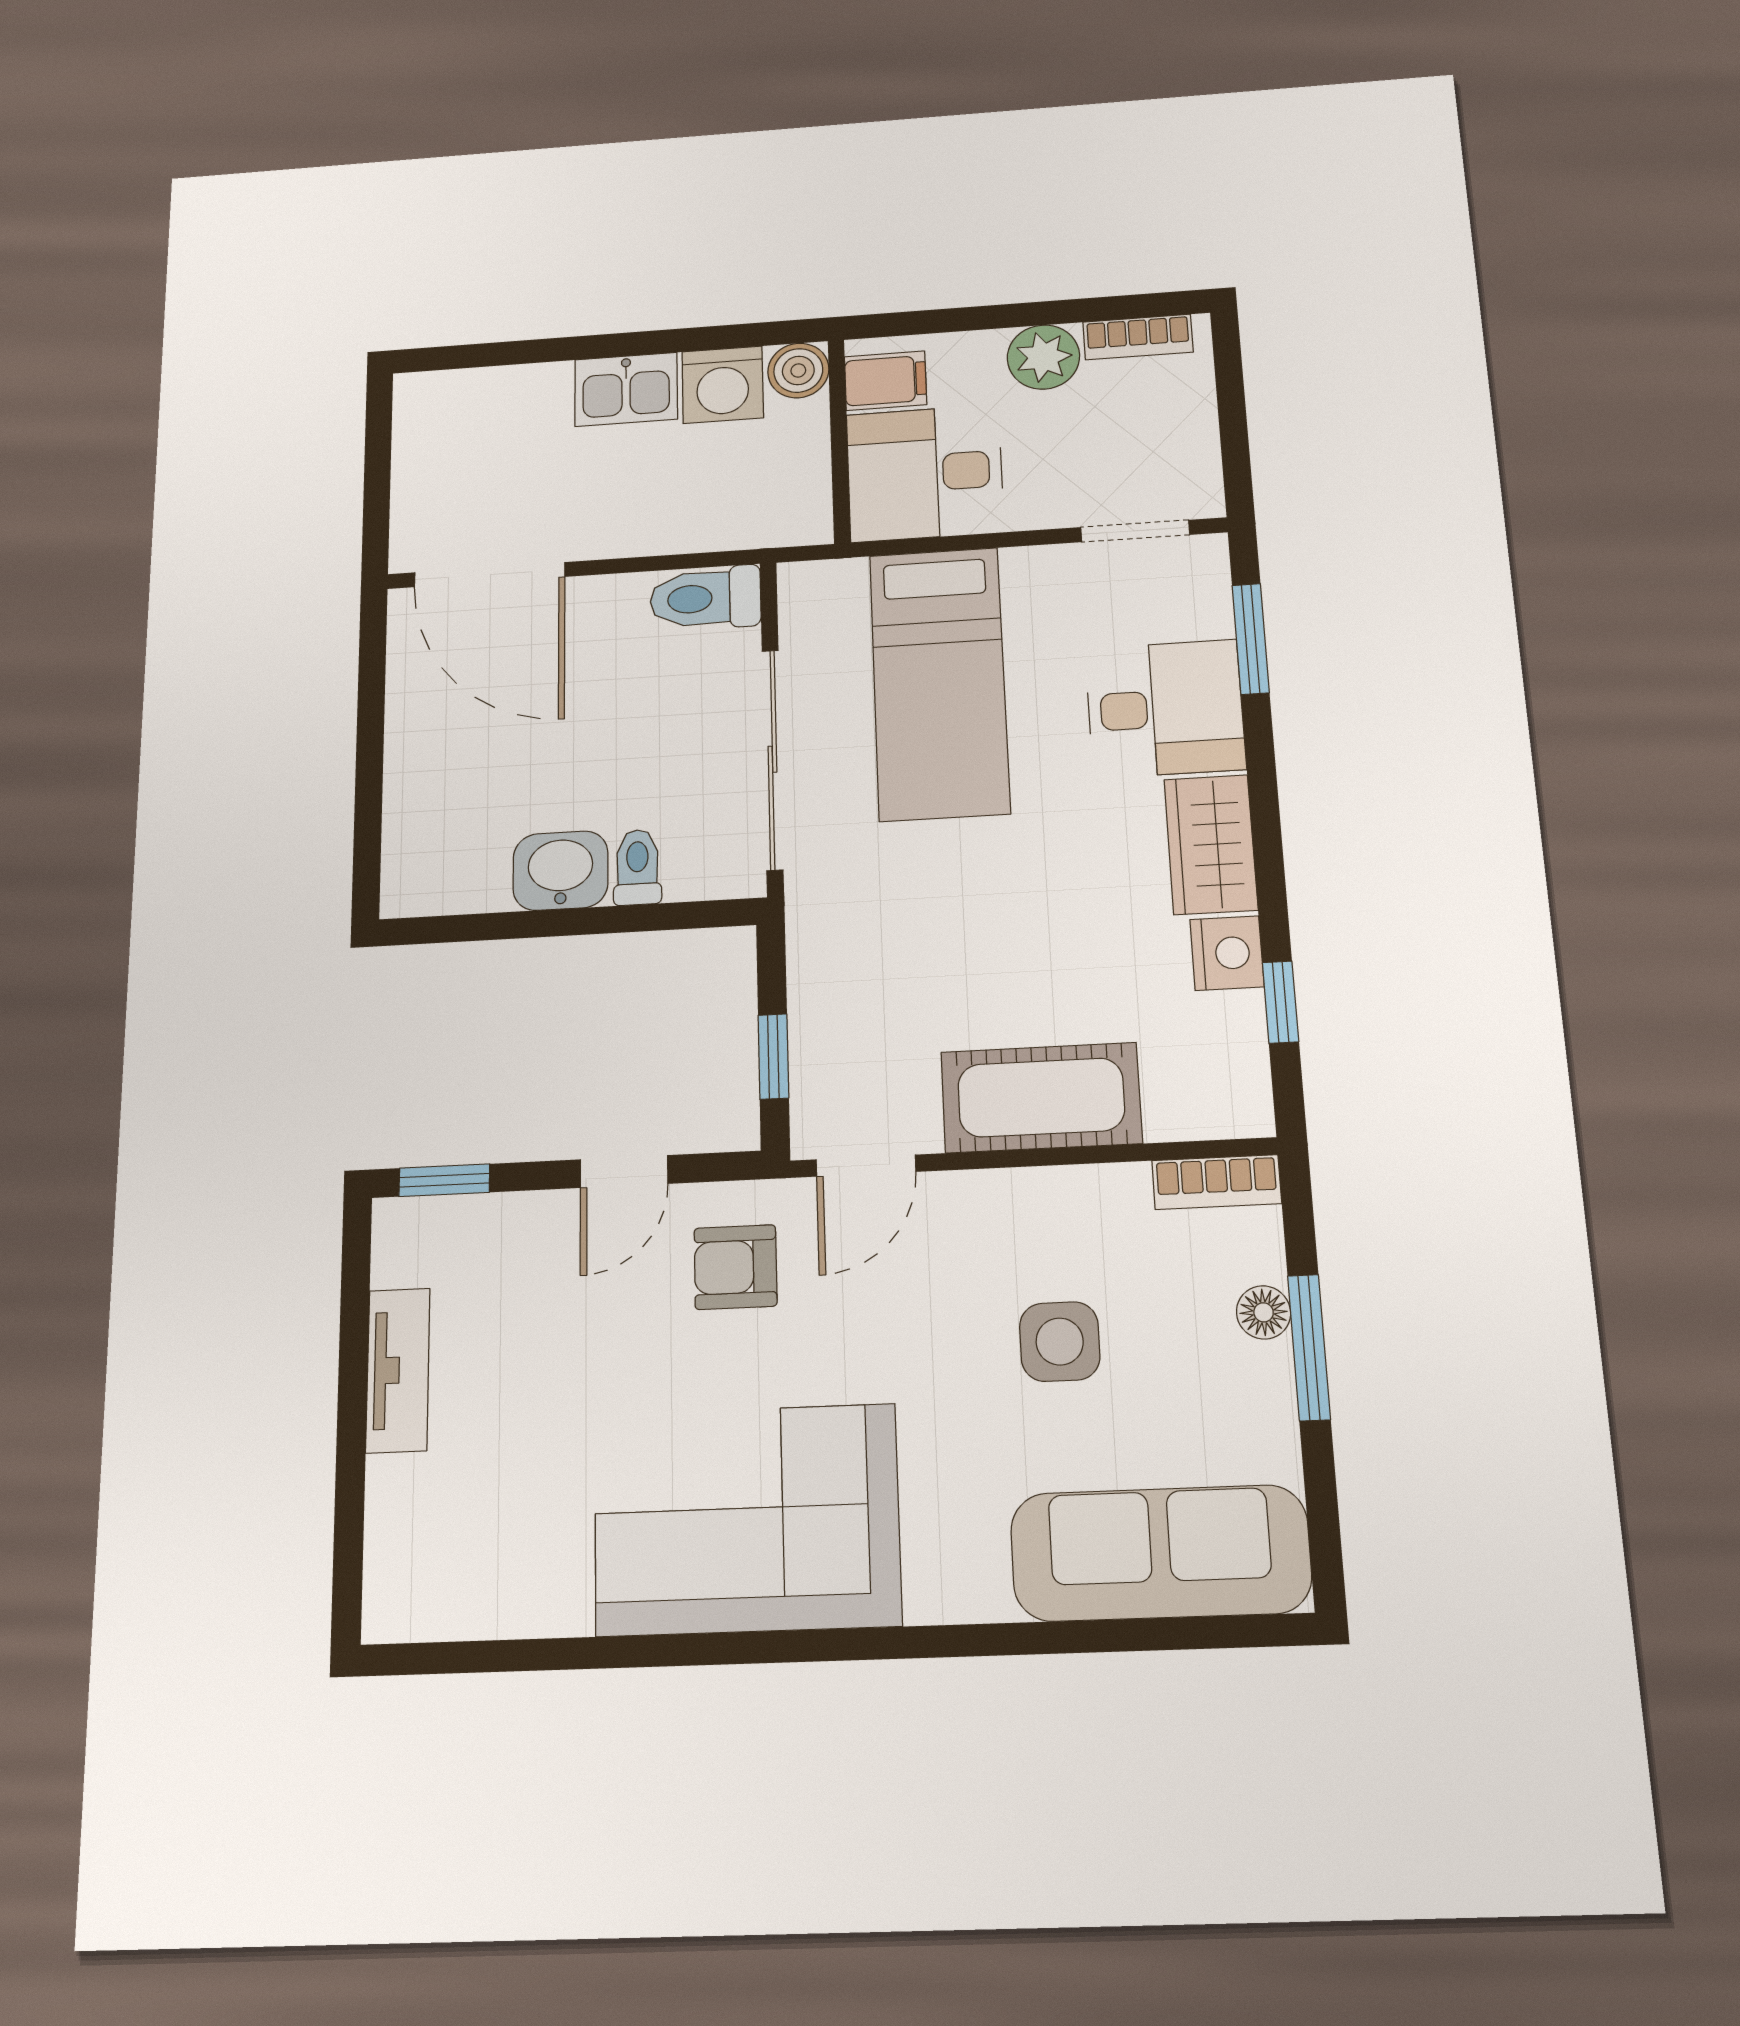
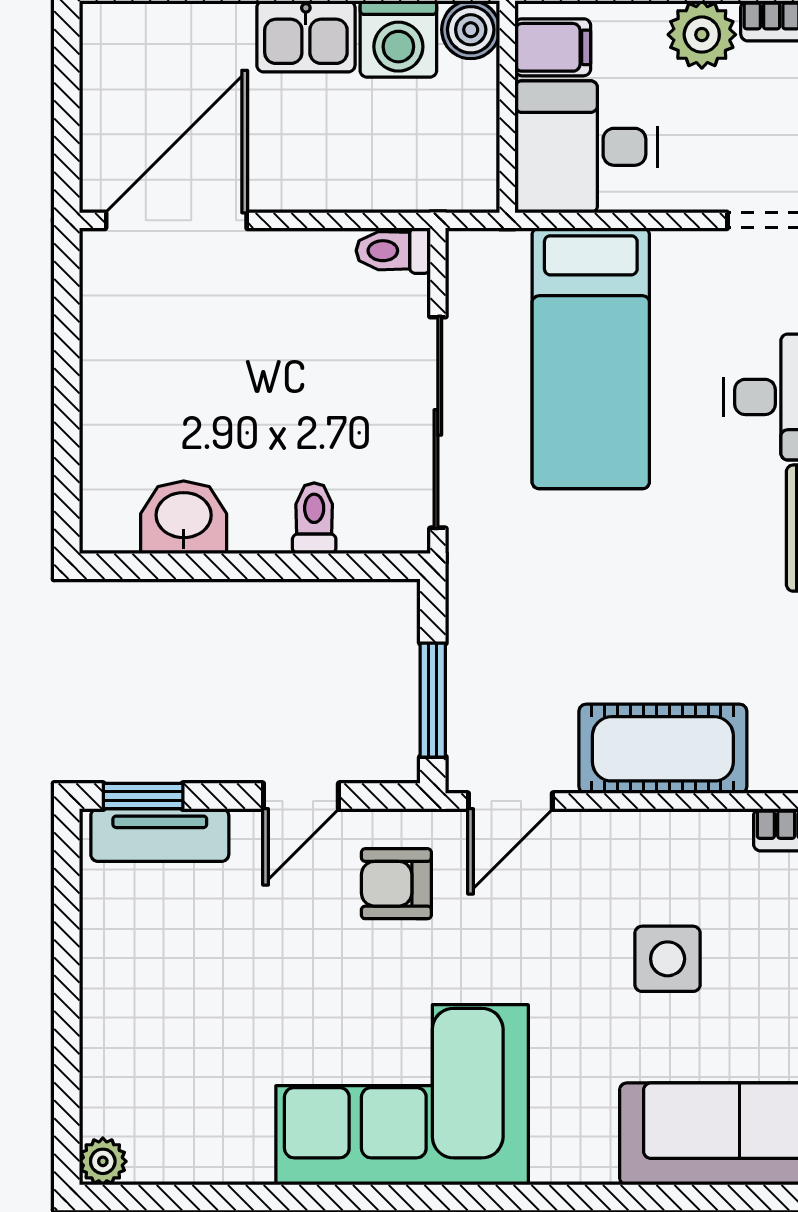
door: (490, 575) -> (176, 220), swing flipped
toilet: (705, 598) -> (393, 251), width x0.73, depth x0.72
washbasin: (560, 871) -> (184, 517), moved
window: (773, 1056) -> (433, 700), width x1.50
tv unit: (398, 1370) -> (160, 835), moved, turned 90
plant: (389, 1615) -> (103, 1161), added

